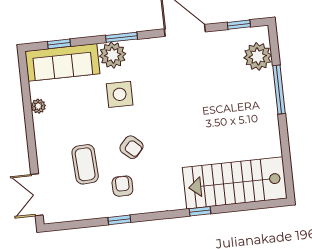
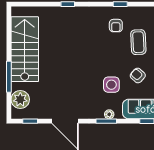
plant: (113, 55) -> (109, 114), width x0.53, depth x0.53
armchair: (131, 147) -> (138, 75), moved
stairs: (235, 183) -> (25, 49), moved, turned -90

